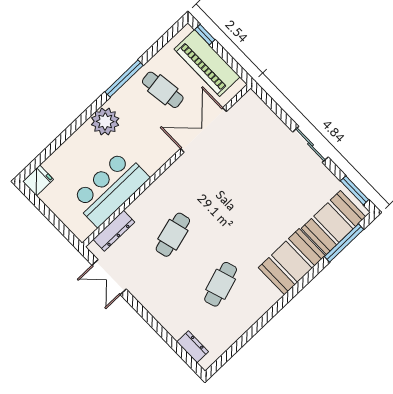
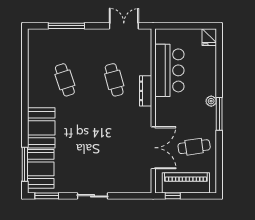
window: (205, 35) -> (173, 196), moved
window: (124, 79) -> (219, 114), moved
plant: (105, 121) -> (211, 101), width x0.53, depth x0.53
dresser: (114, 231) -> (146, 91), moved
window: (165, 335) -> (66, 26), added
dresser: (193, 347) -> (46, 34), removed

